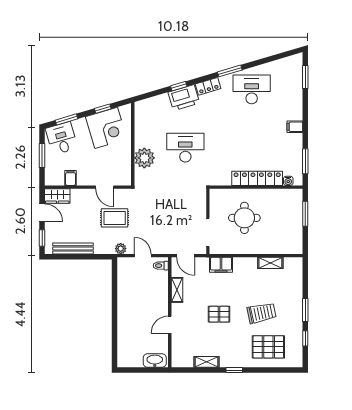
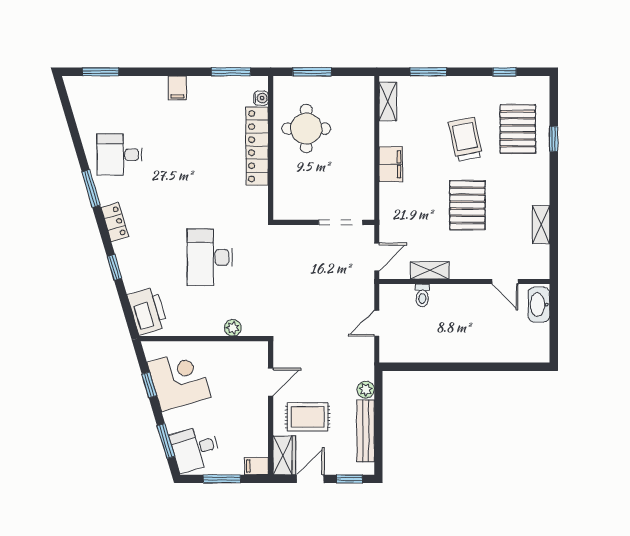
desk: (252, 89) -> (120, 155), width x0.73
printer: (184, 98) -> (147, 311), moved
plant: (144, 158) -> (233, 328), width x0.53, depth x0.53
filing cabinet: (70, 178) -> (257, 466), moved
rug: (115, 218) -> (308, 417), moved, turned 90
round table: (244, 218) -> (306, 129), moved
plant: (121, 249) -> (366, 390), moved
shelving: (270, 263) -> (388, 101), moved
filing cabinet: (221, 265) -> (391, 164), moved
toilet: (161, 266) -> (422, 295), moved
window: (305, 310) -> (428, 72), moved
pallet: (219, 314) -> (467, 205), width x1.50, depth x1.42
door: (170, 325) -> (505, 281), moved
window: (234, 370) -> (554, 139), moved

